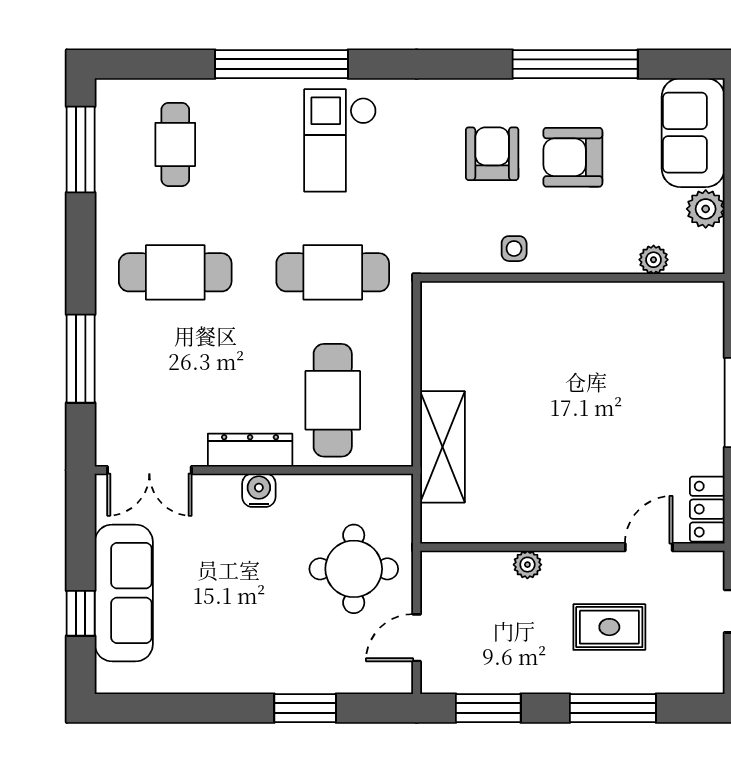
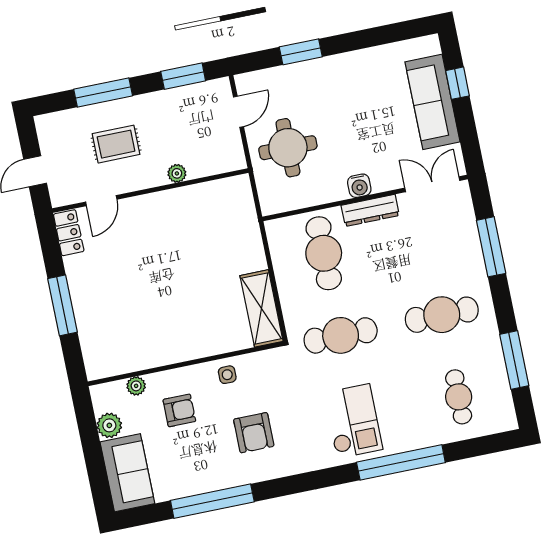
window: (81, 150) -> (514, 360), moved
armchair: (573, 157) -> (179, 410), moved, width x0.72, depth x0.72
shelving: (442, 447) -> (262, 308), moved

